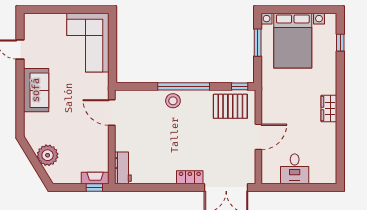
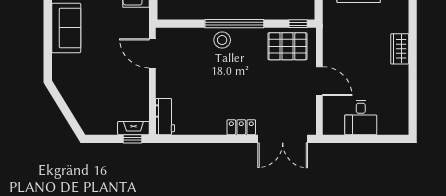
door: (258, 137) -> (319, 81), hinge flipped
plant: (48, 155) -> (79, 102), removed

